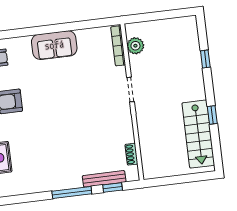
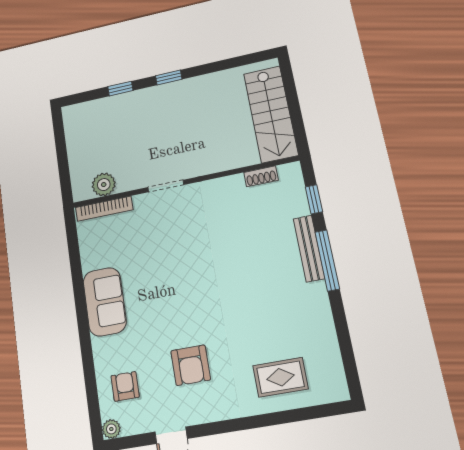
window: (212, 115) -> (169, 77), moved
stairs: (198, 134) -> (271, 114), moved, turned 90
bench: (104, 179) -> (309, 248), moved

